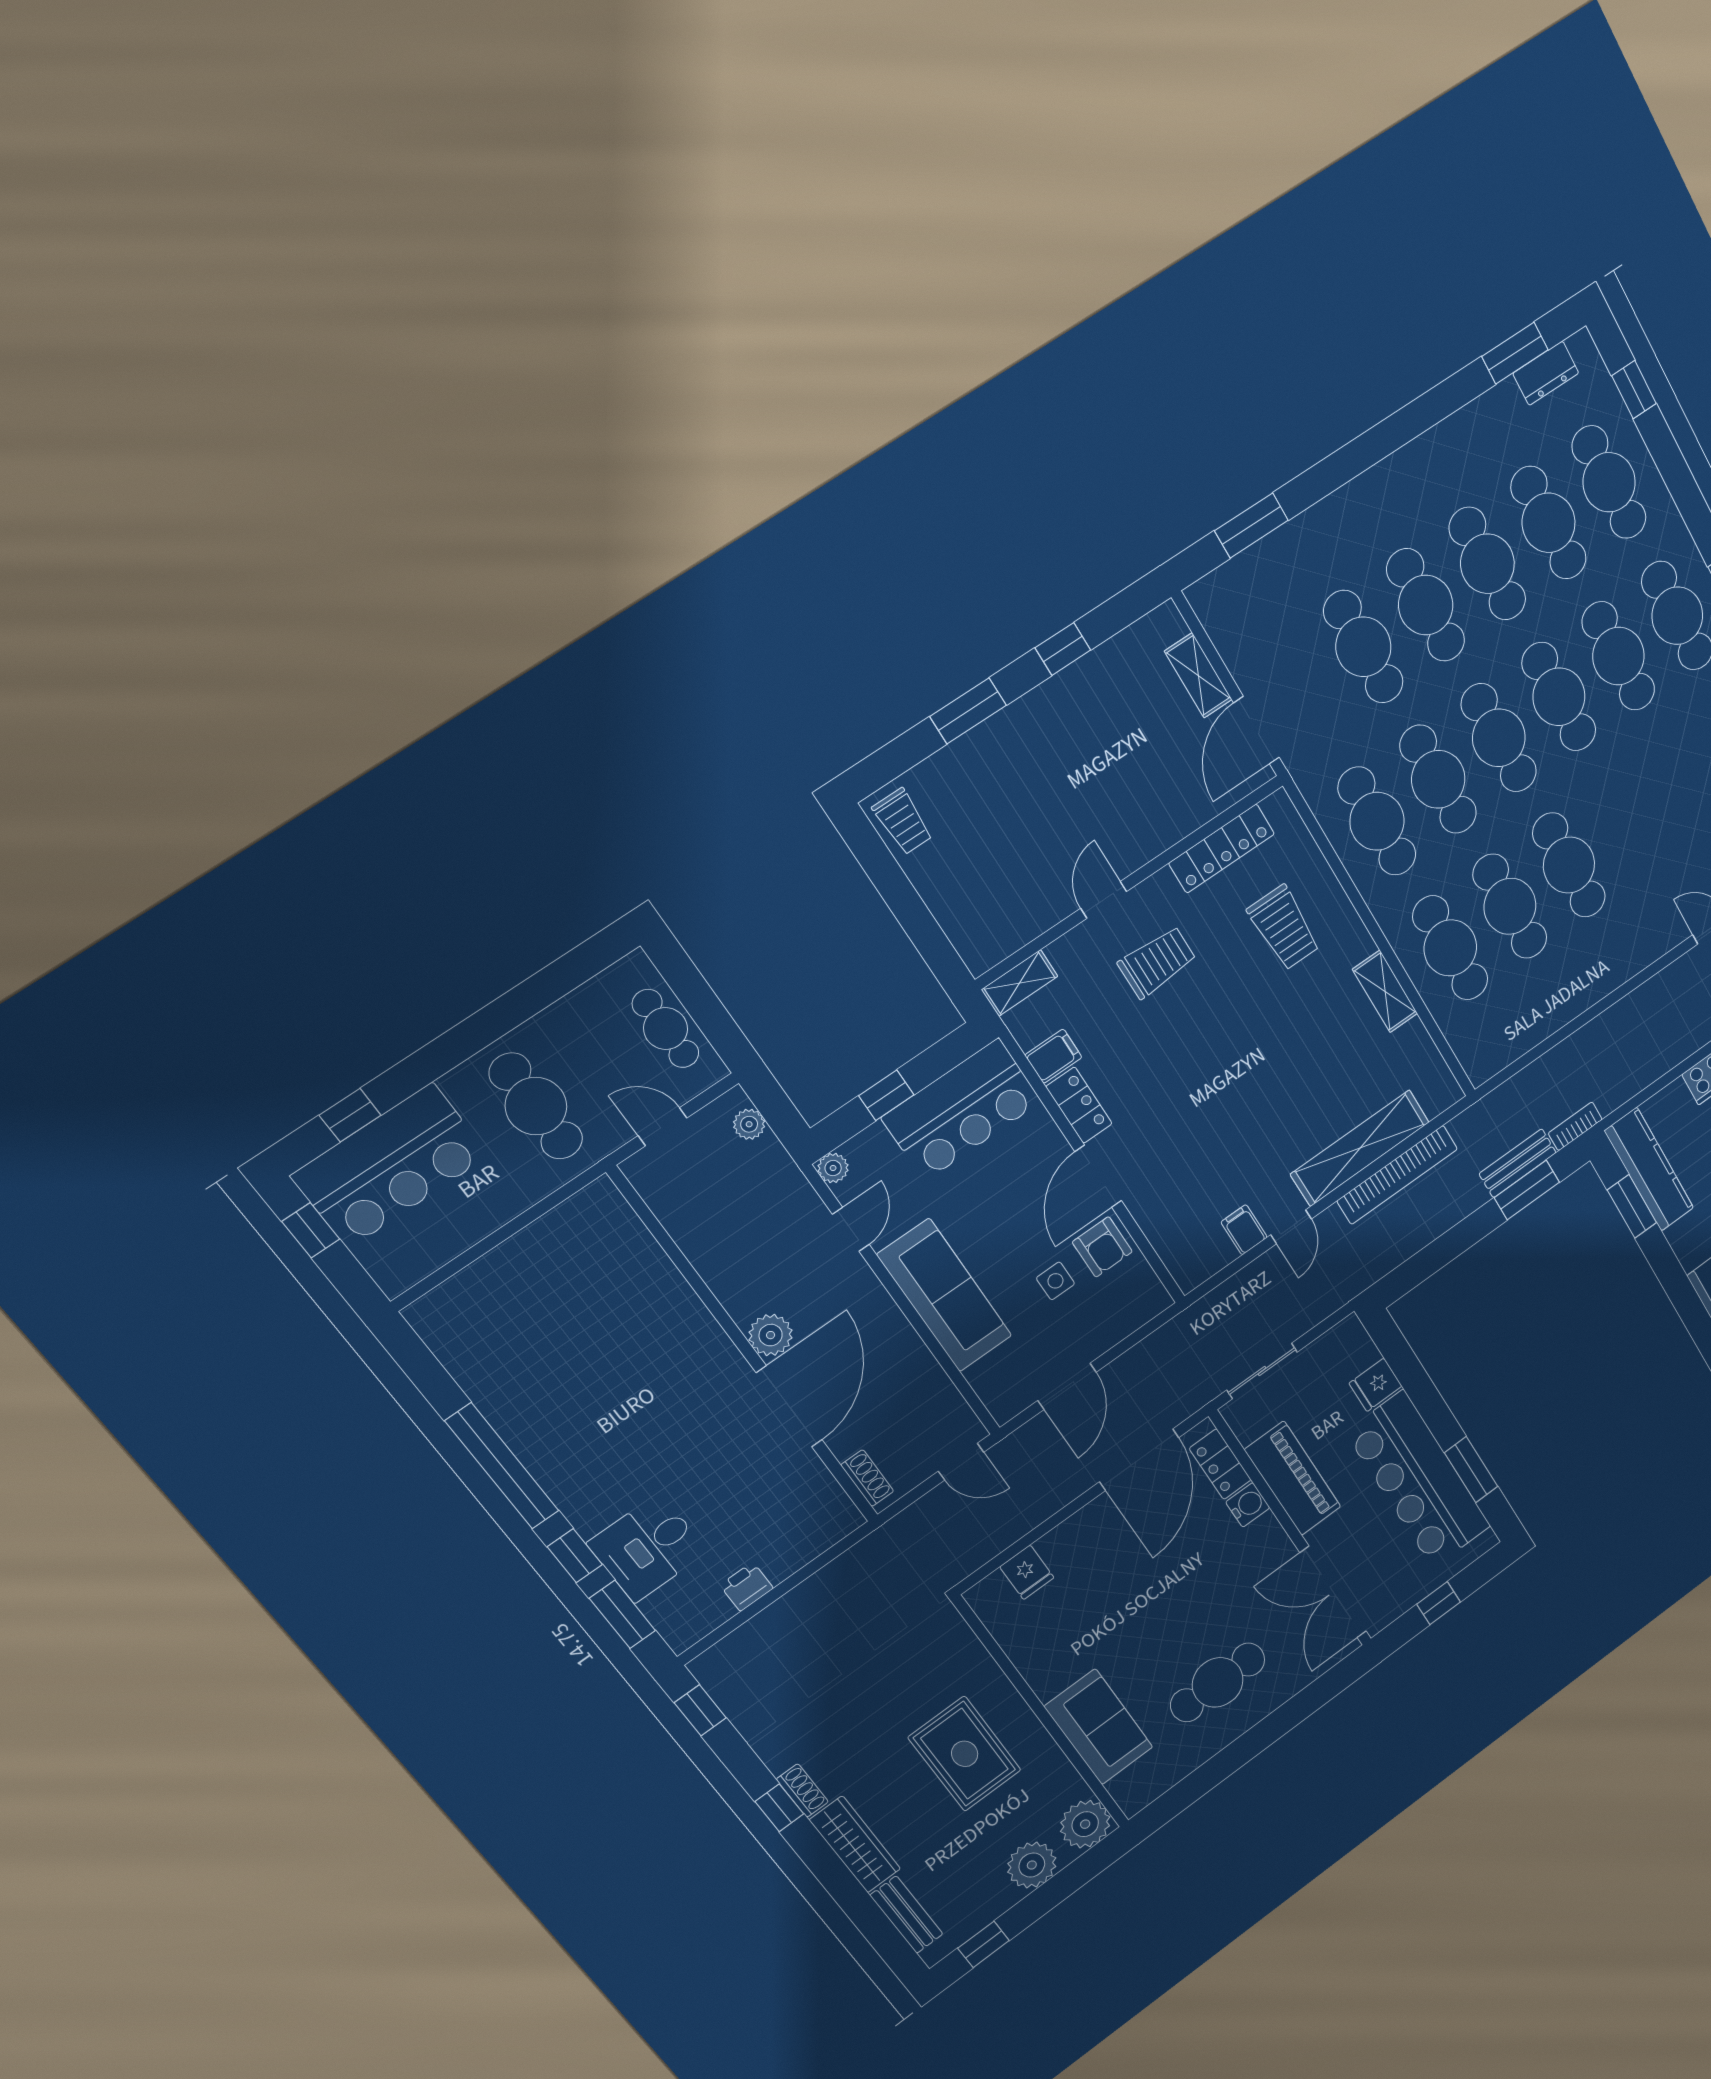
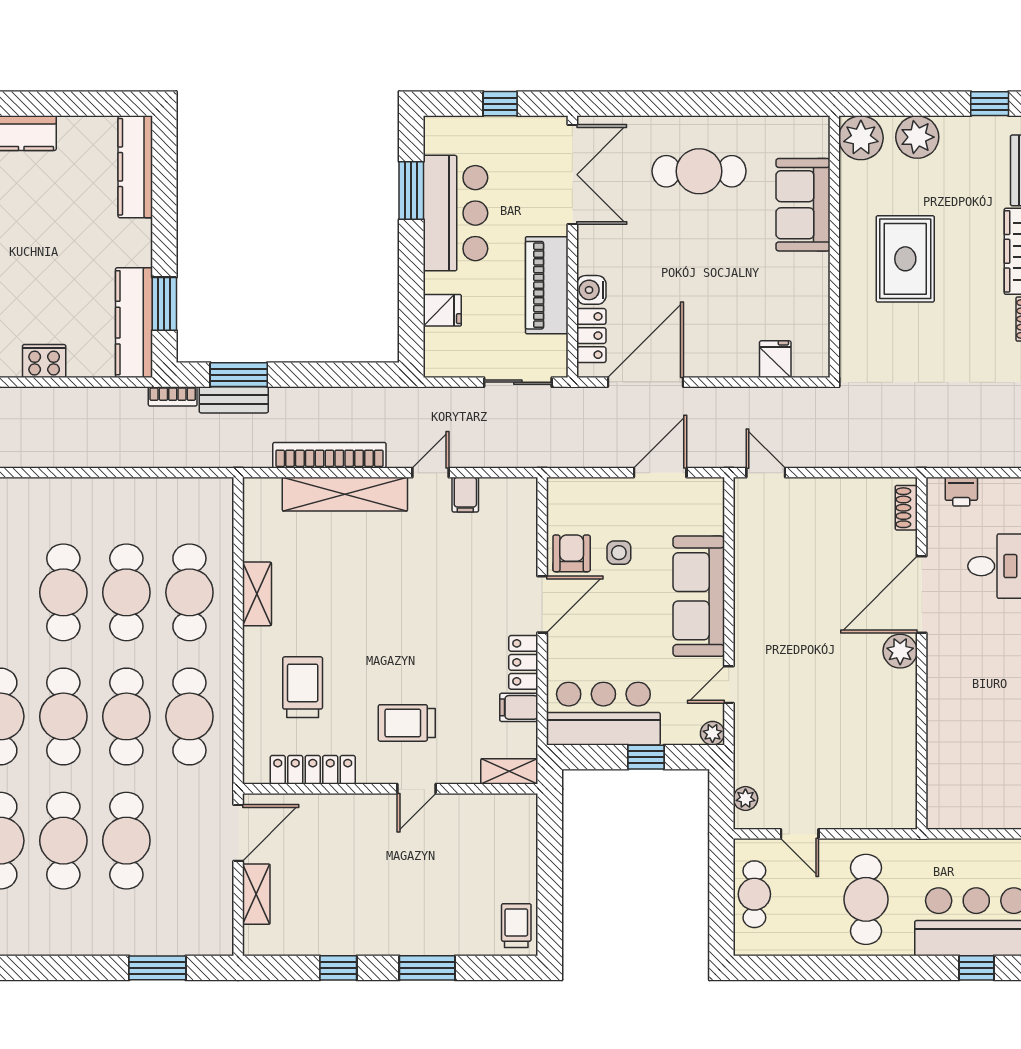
plant: (771, 1335) -> (900, 651), moved
wall: (746, 1349) -> (922, 653), moved
door: (789, 1406) -> (922, 594), moved
shoe rack: (867, 1478) -> (906, 508), moved
bar counter: (1419, 1480) -> (455, 213), width x0.73

